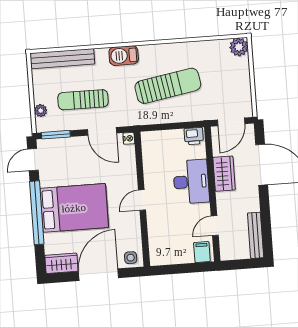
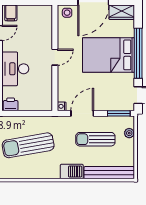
barbecue: (124, 56) -> (72, 172), moved
sun lounger: (83, 100) -> (95, 139), turned 180
door: (102, 131) -> (82, 113), hinge flipped

